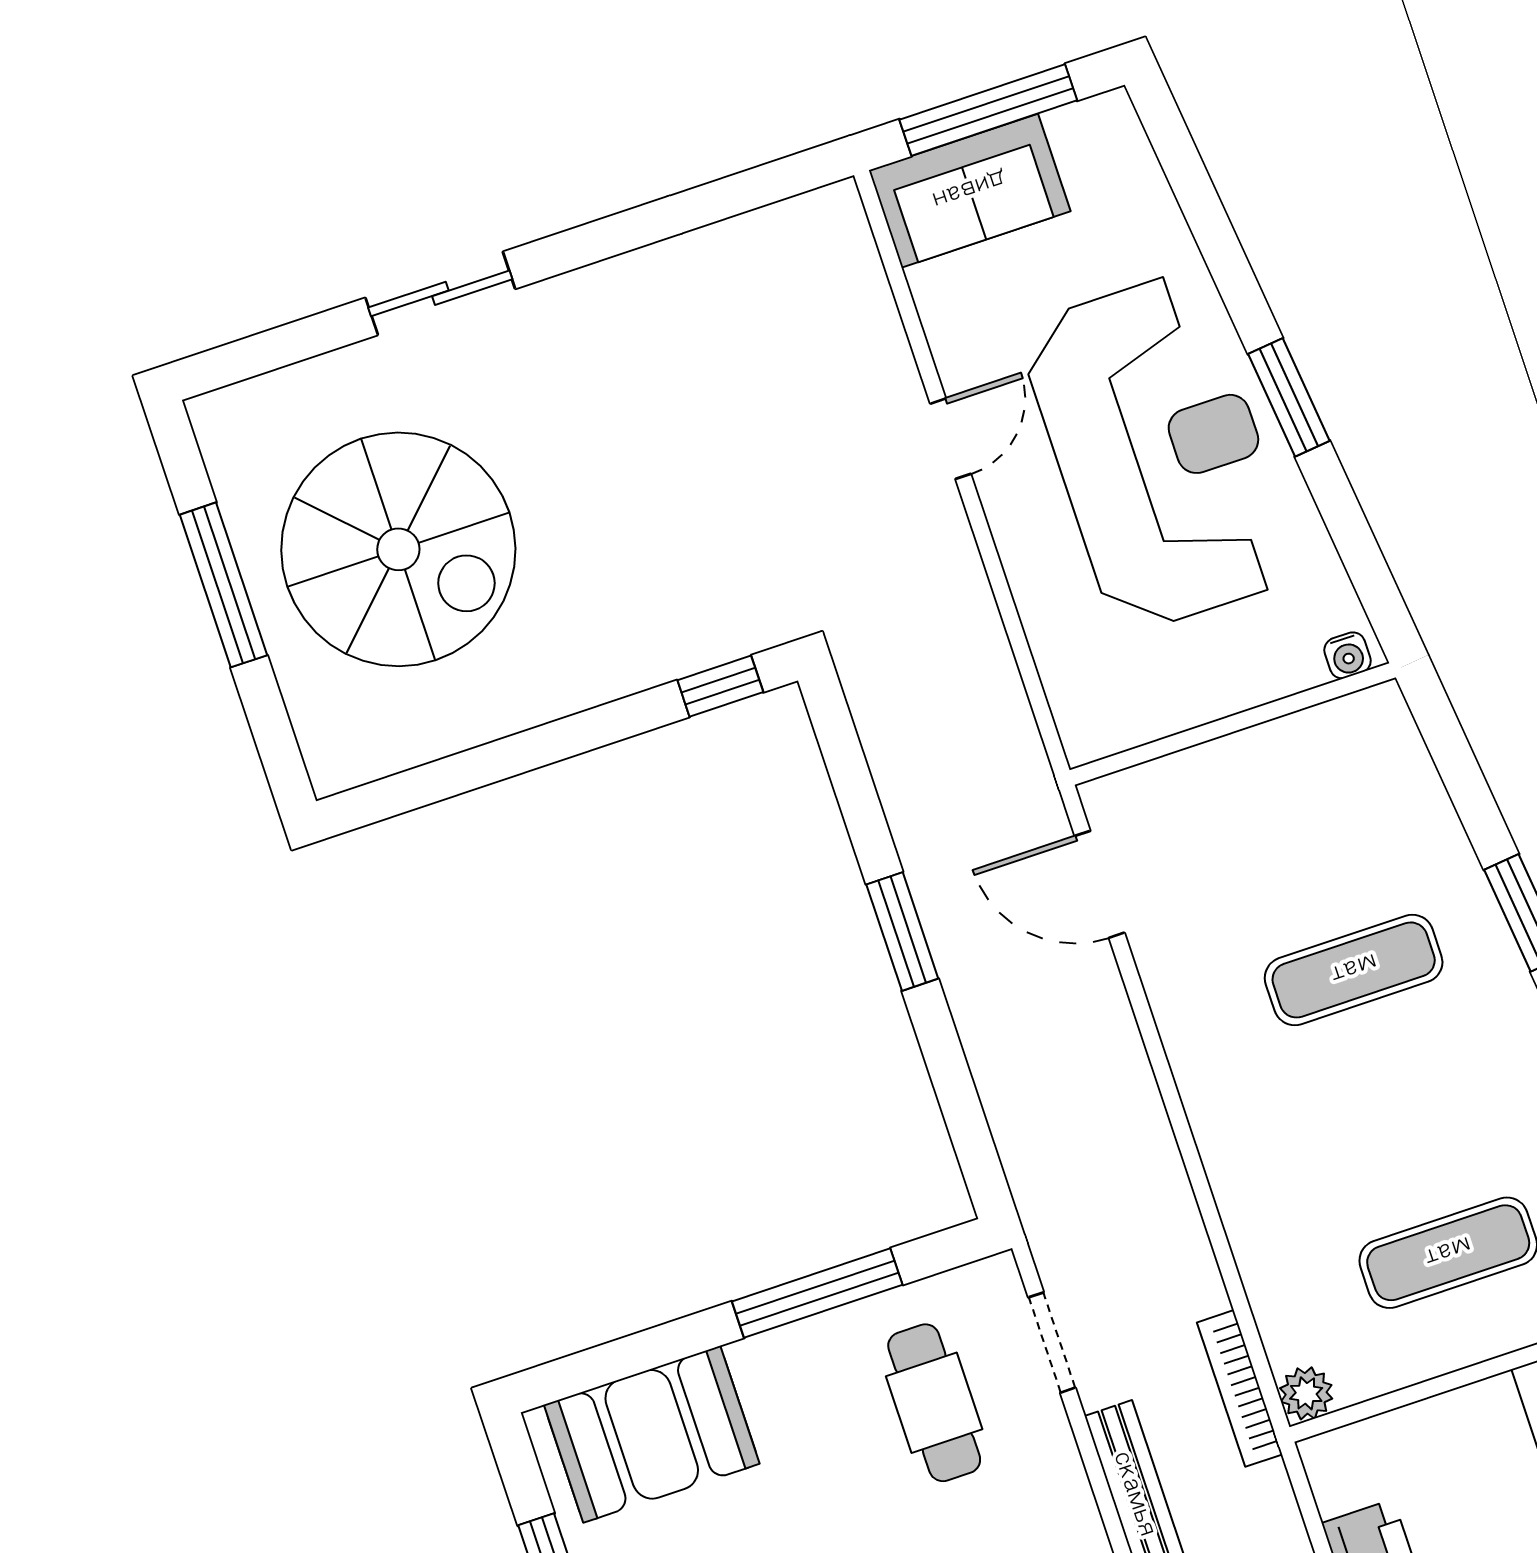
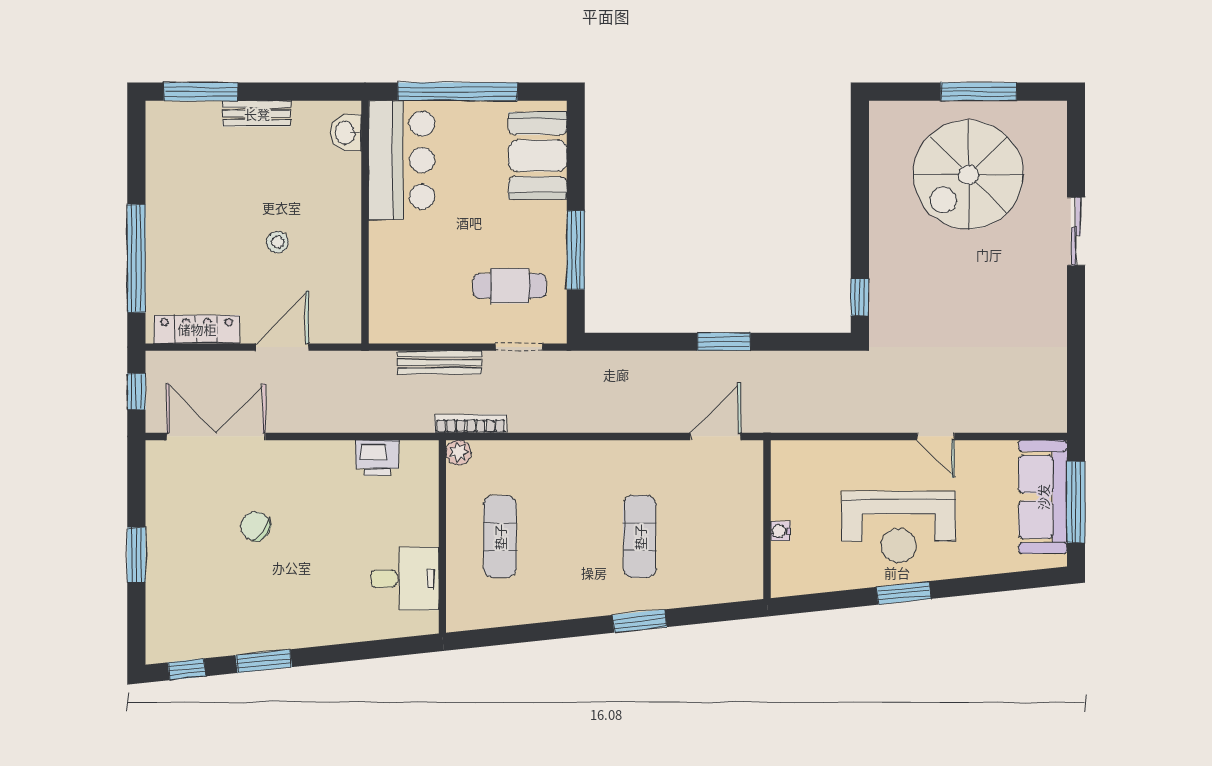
sofa: (970, 191) -> (1043, 497), width x1.36
reception desk: (1159, 452) -> (899, 527), width x0.74, depth x0.77
water cooler: (1348, 655) -> (780, 531), moved

